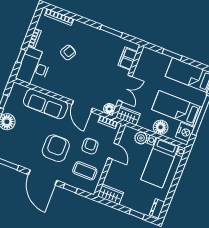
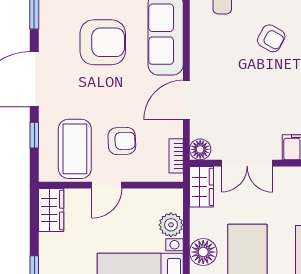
armchair: (56, 148) -> (103, 42), moved
door: (113, 151) -> (107, 185), moved
coffee table: (85, 171) -> (75, 149), width x1.36, depth x1.32

